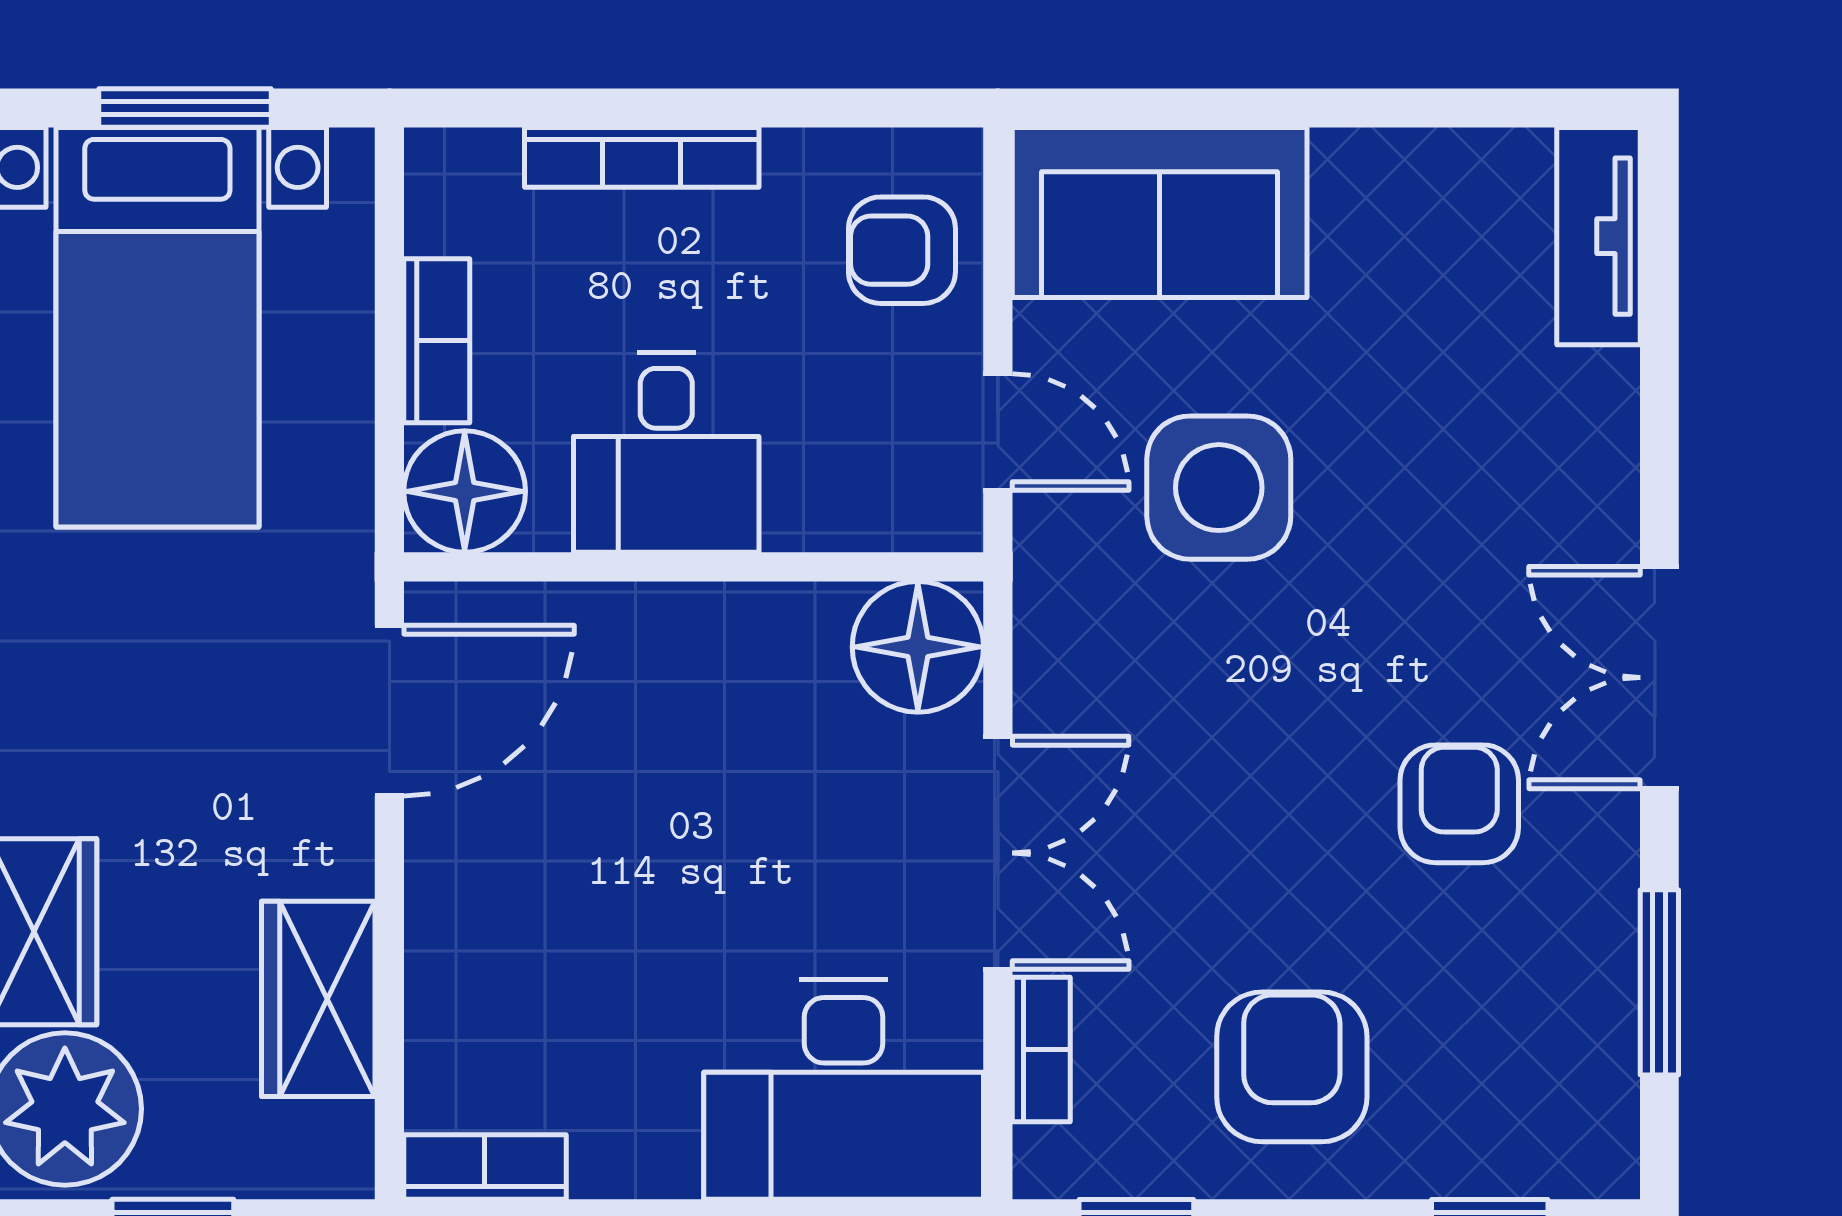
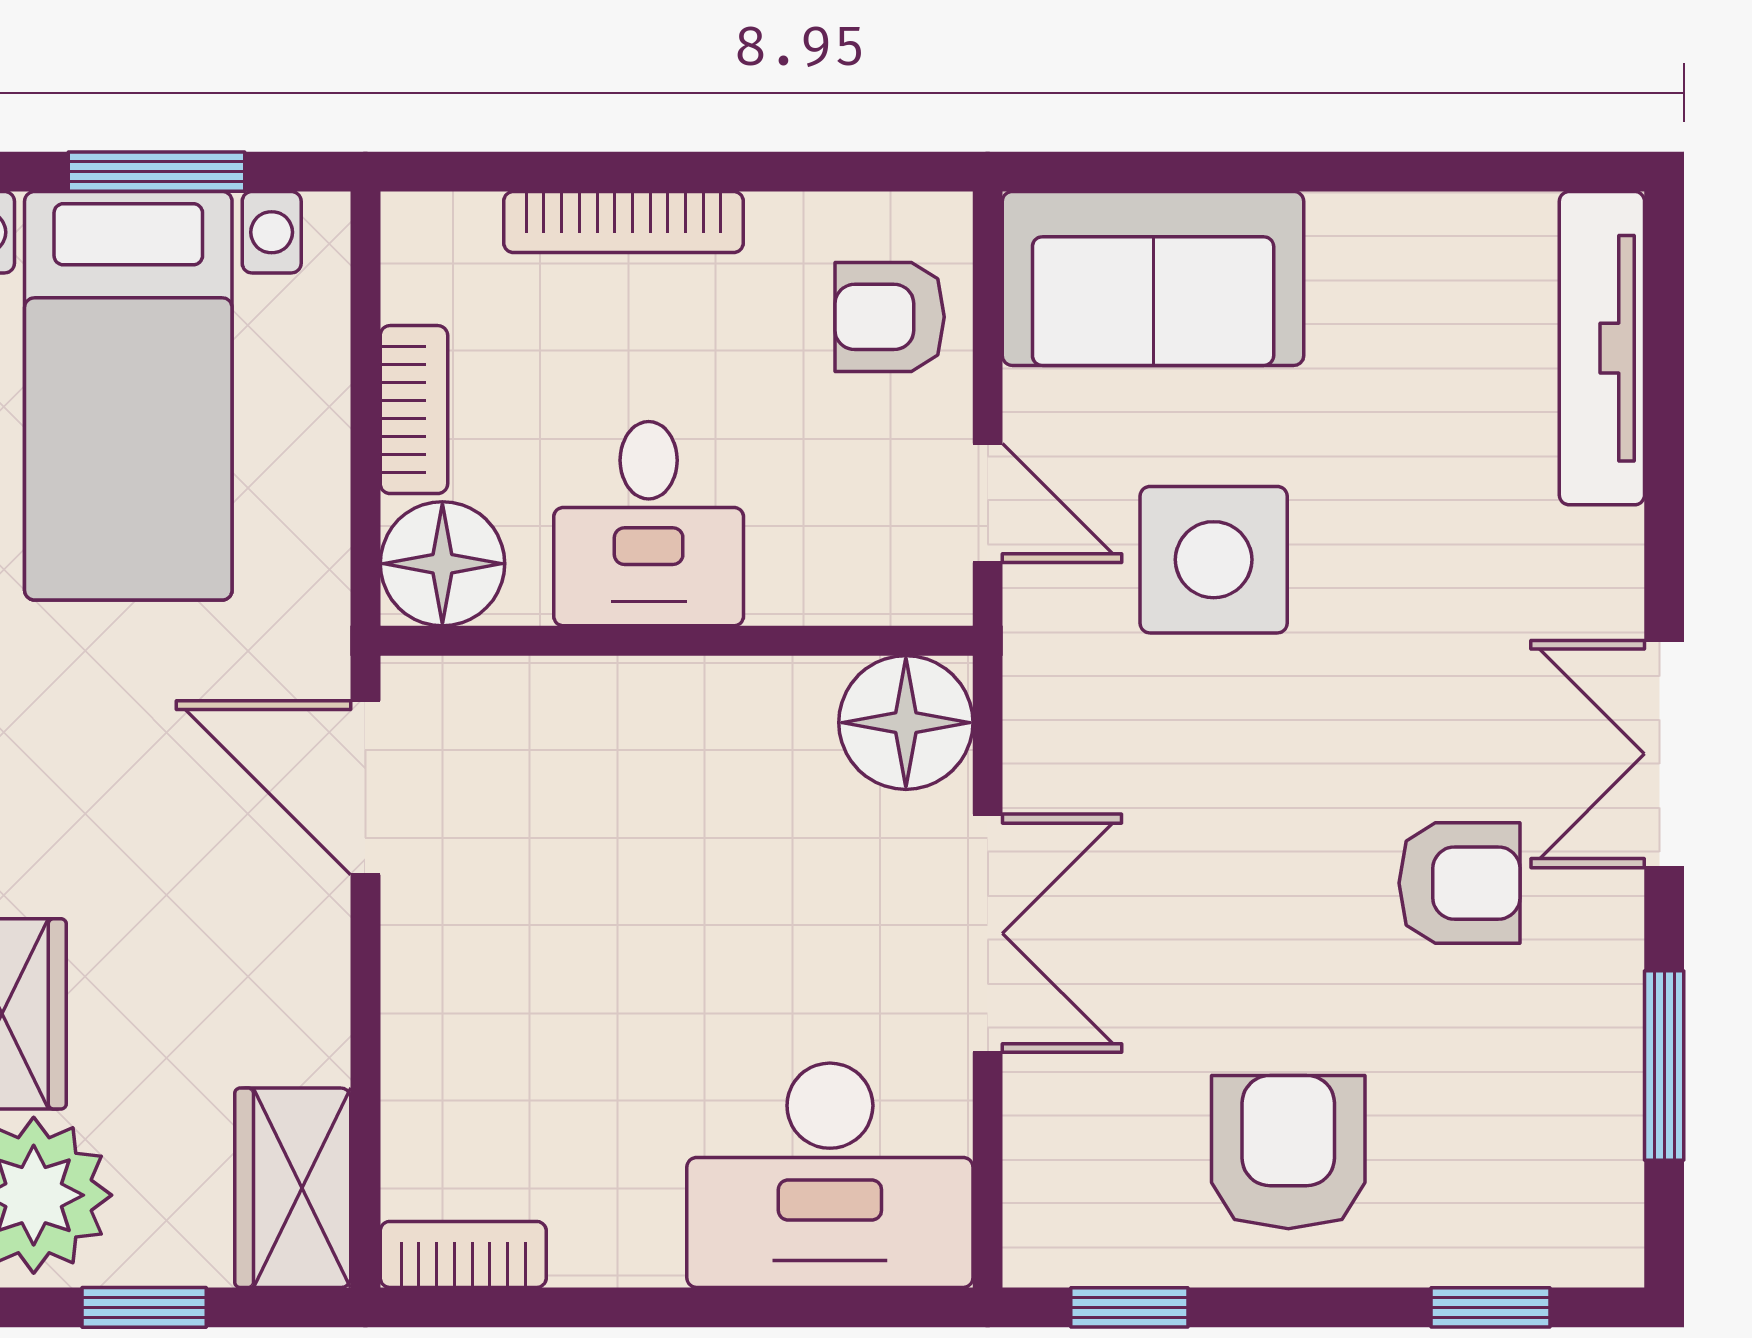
tv unit: (1599, 236) -> (1602, 348), width x1.41
door: (389, 711) -> (365, 788), swing flipped
armchair: (1459, 804) -> (1459, 883), turned 90
wardrobe: (318, 999) -> (293, 1188), moved
bookcase: (1041, 1050) -> (1032, 1134), removed

